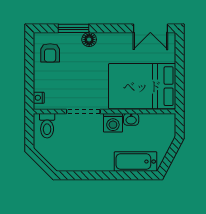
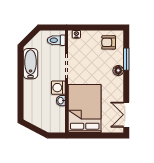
bathtub: (135, 162) -> (31, 64), moved

